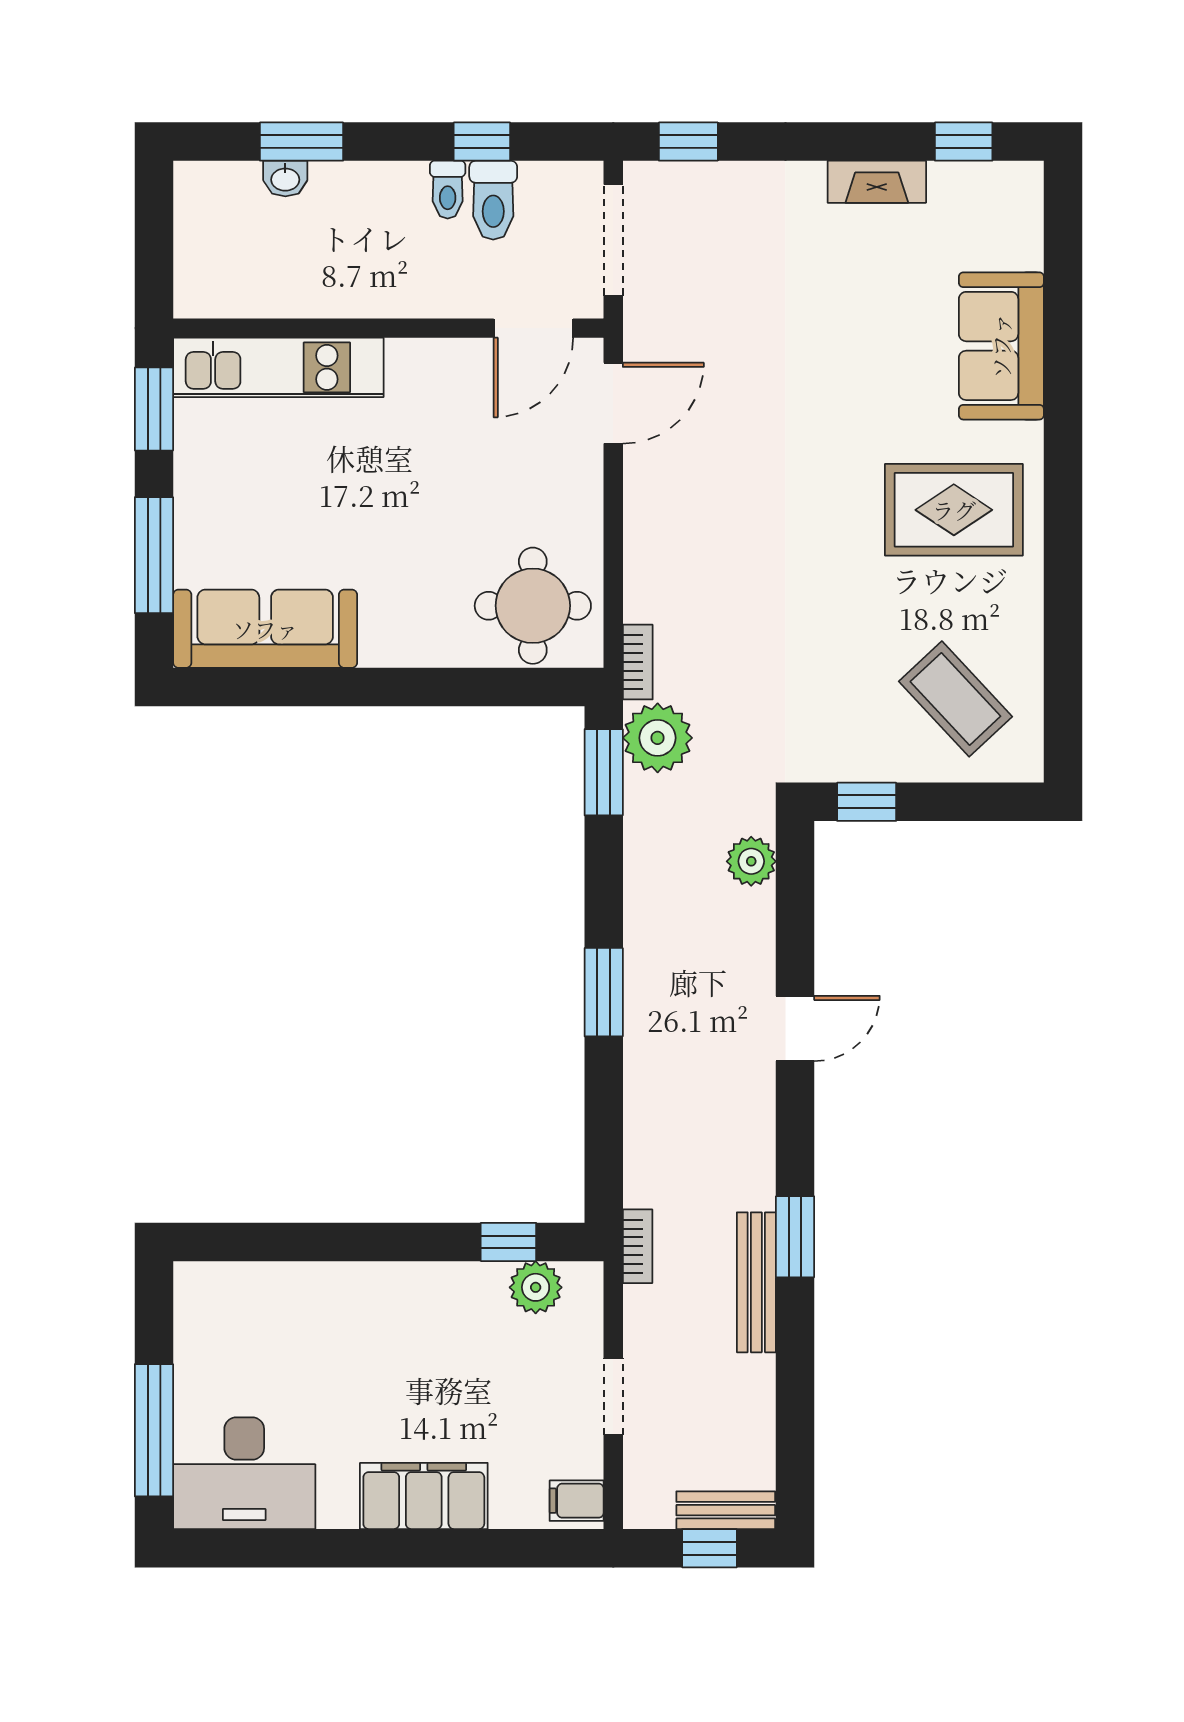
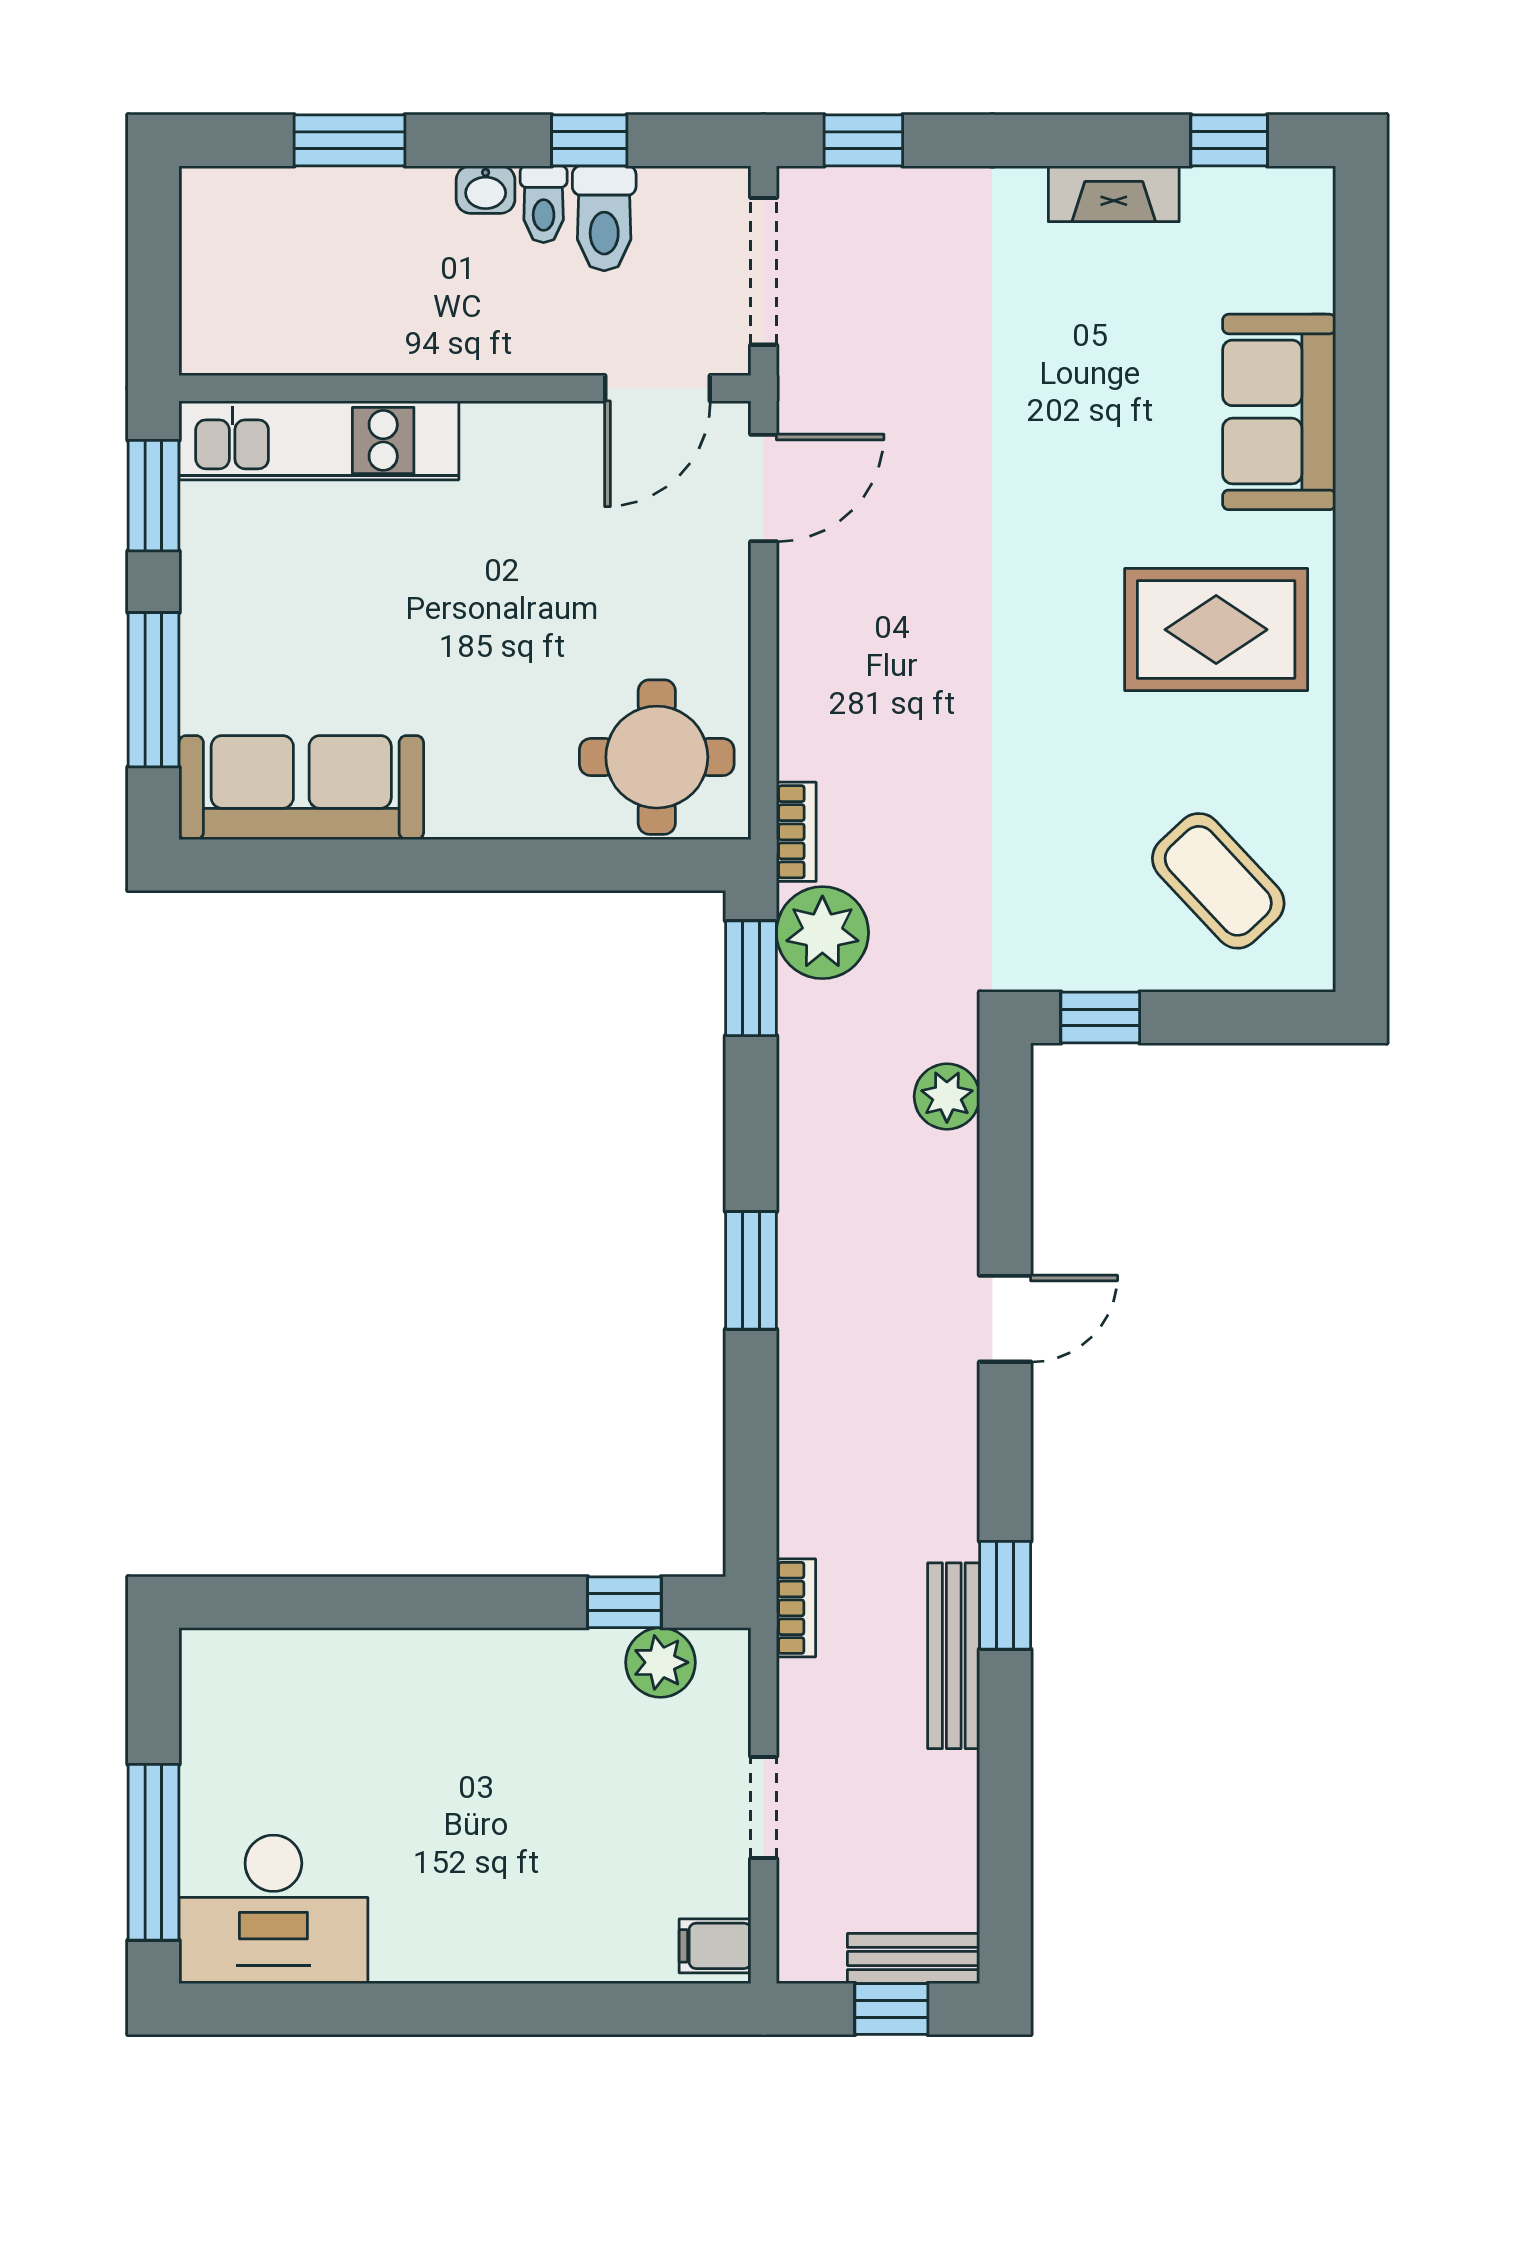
washbasin: (285, 179) -> (486, 190), moved
filing cabinet: (424, 1496) -> (512, 1940), removed

